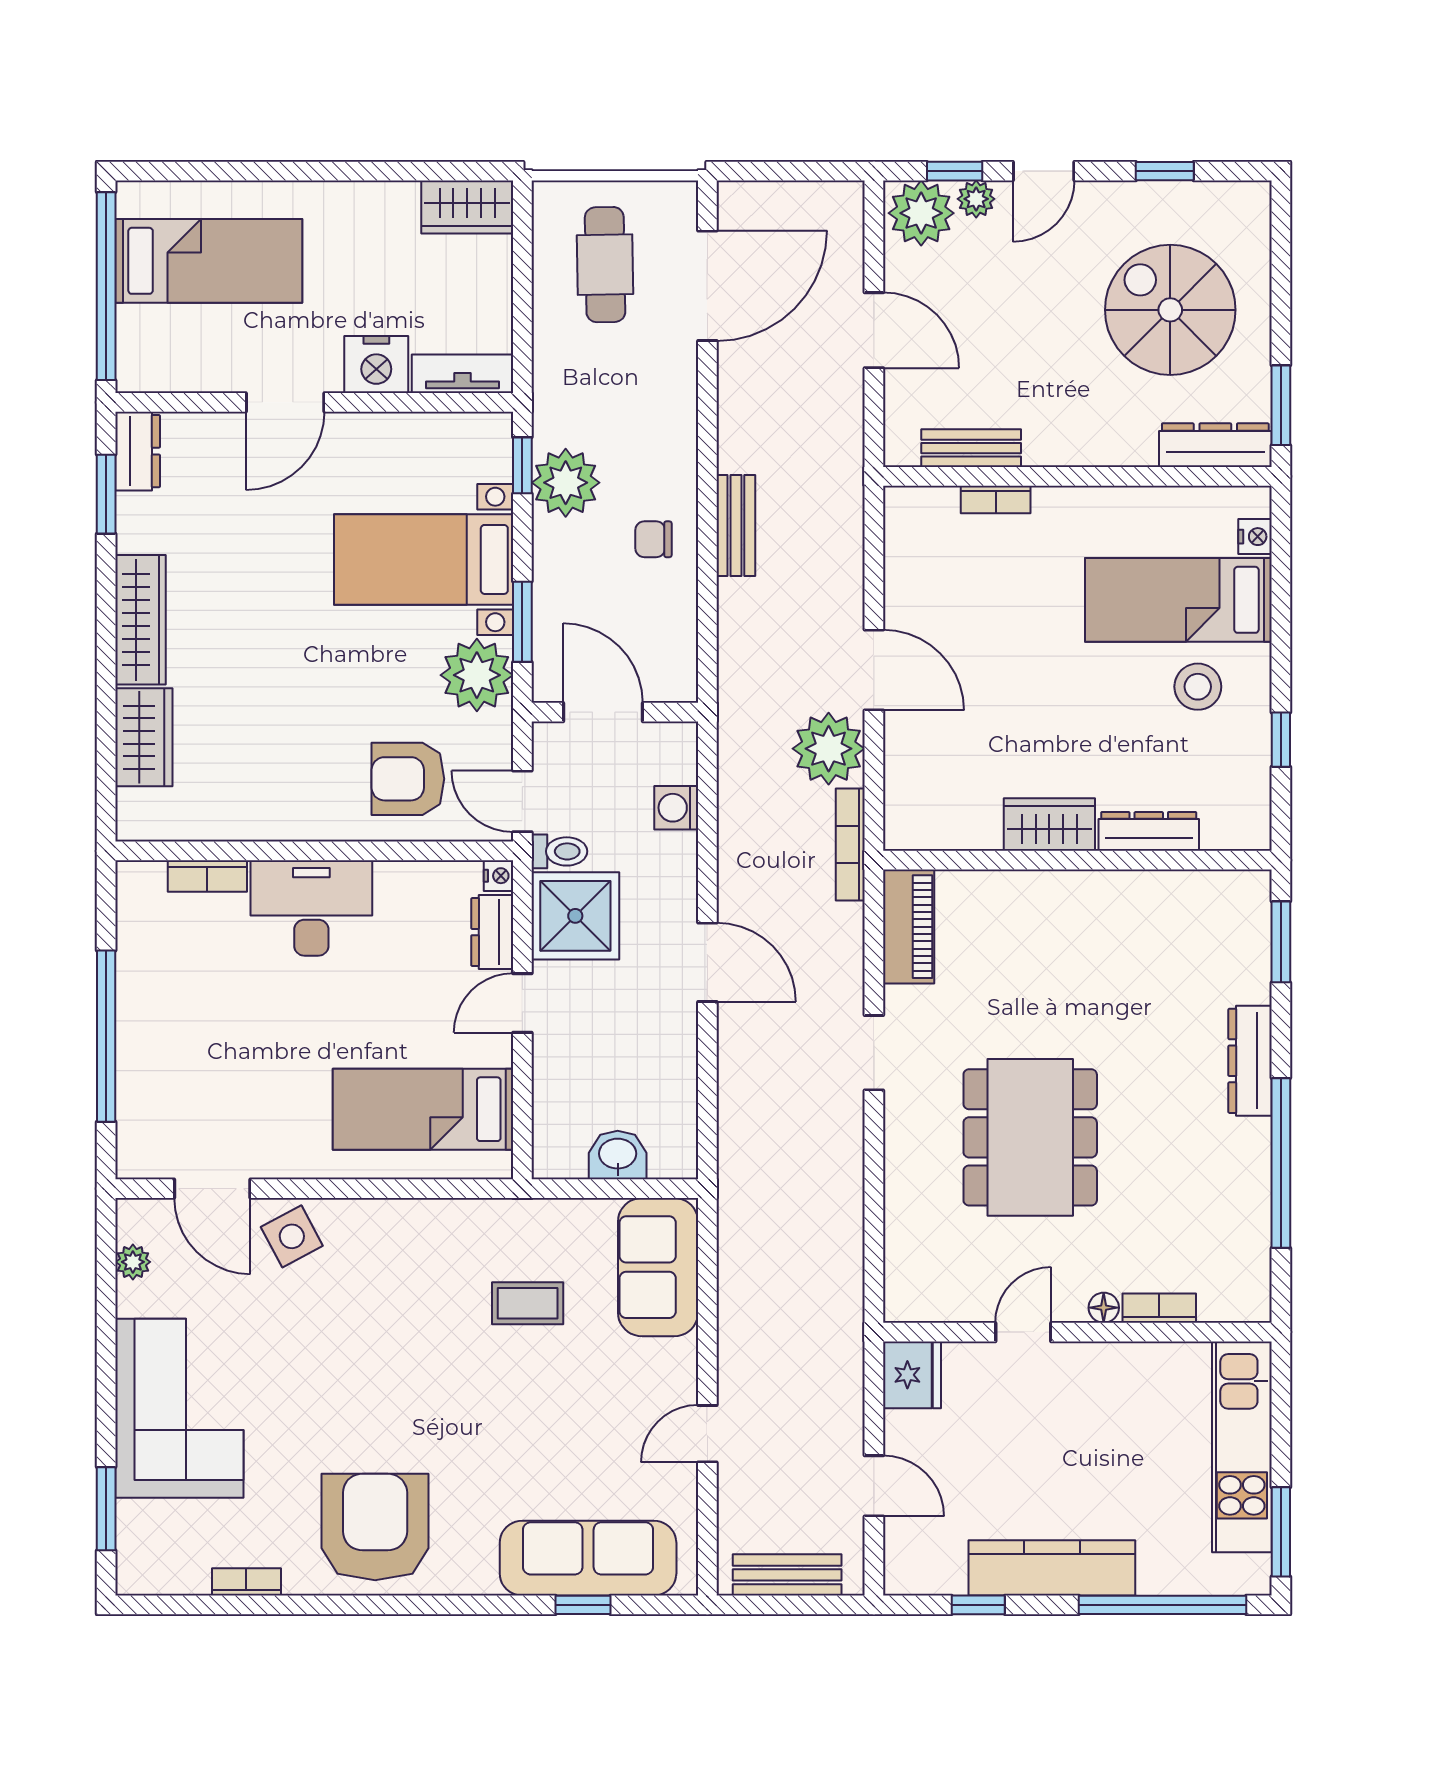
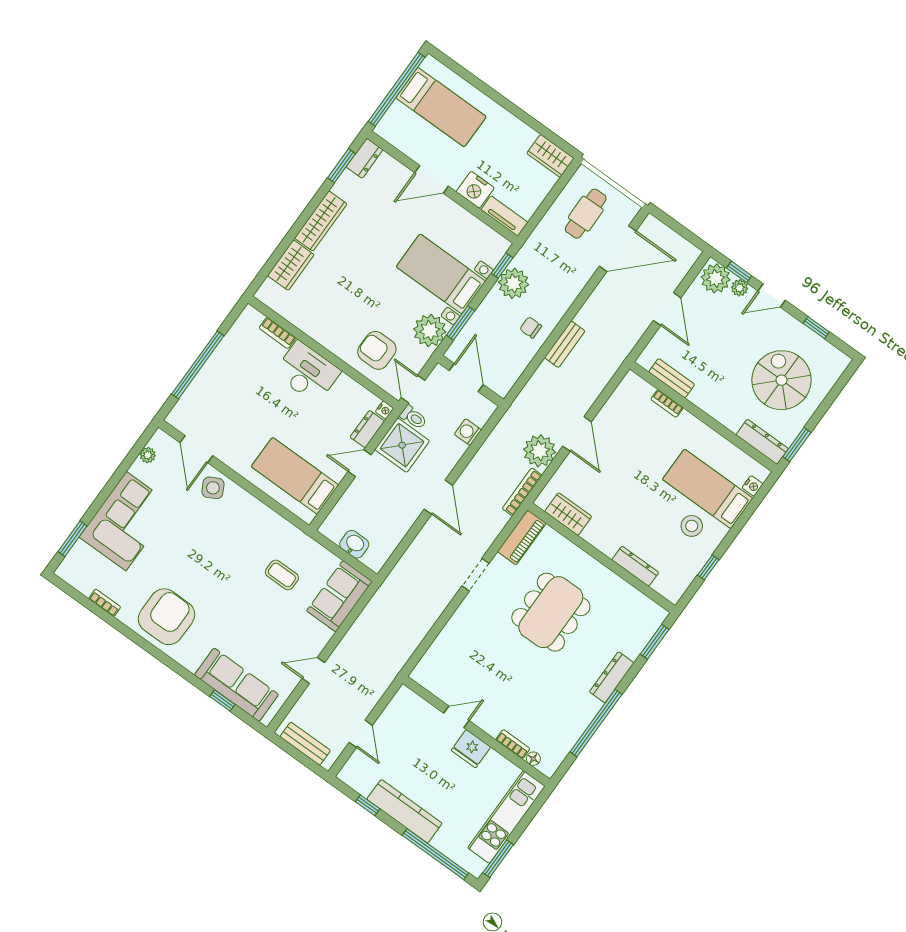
wardrobe: (1049, 825) -> (568, 514), moved
dining table: (1030, 1137) -> (551, 612), moved
floor lamp: (1104, 1308) -> (533, 759), moved
fridge: (912, 1375) -> (471, 749), moved, turned 90

